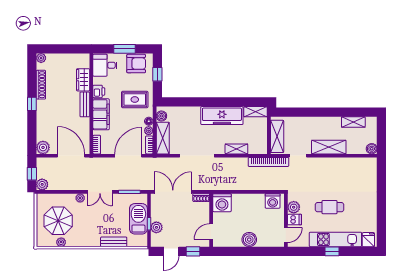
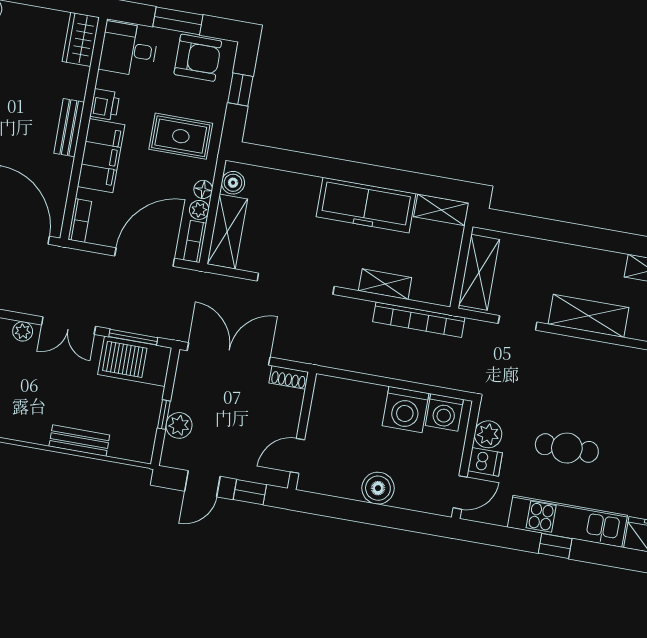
wardrobe: (83, 80) -> (81, 39), moved
bookcase: (268, 162) -> (419, 320), moved
washing machine: (222, 203) -> (406, 410), moved
barbecue: (138, 219) -> (135, 361), moved, turned -90

